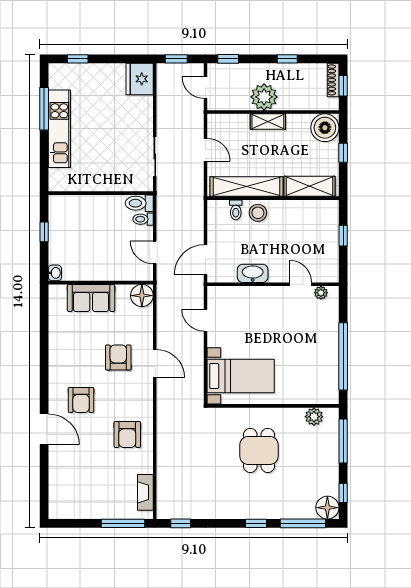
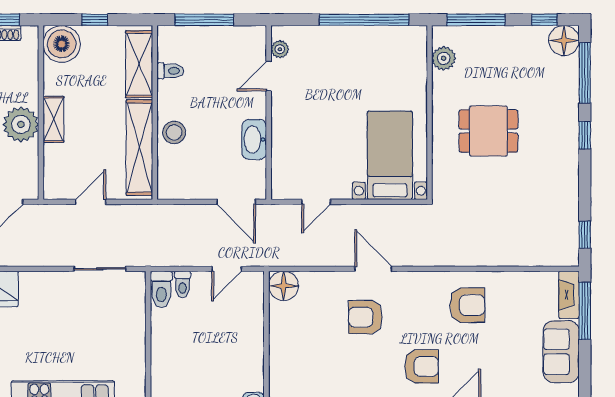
toilet: (236, 210) -> (170, 71), moved
window: (343, 236) -> (204, 20), width x2.17
sofa: (91, 298) -> (561, 352), moved, turned 180
door: (155, 363) -> (373, 269), hinge flipped
fireplace: (145, 492) -> (569, 295), moved, turned 90

